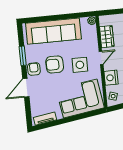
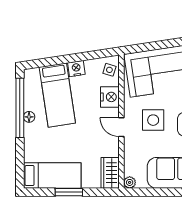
wardrobe: (107, 37) -> (110, 173), moved
door: (101, 58) -> (121, 127), hinge flipped

